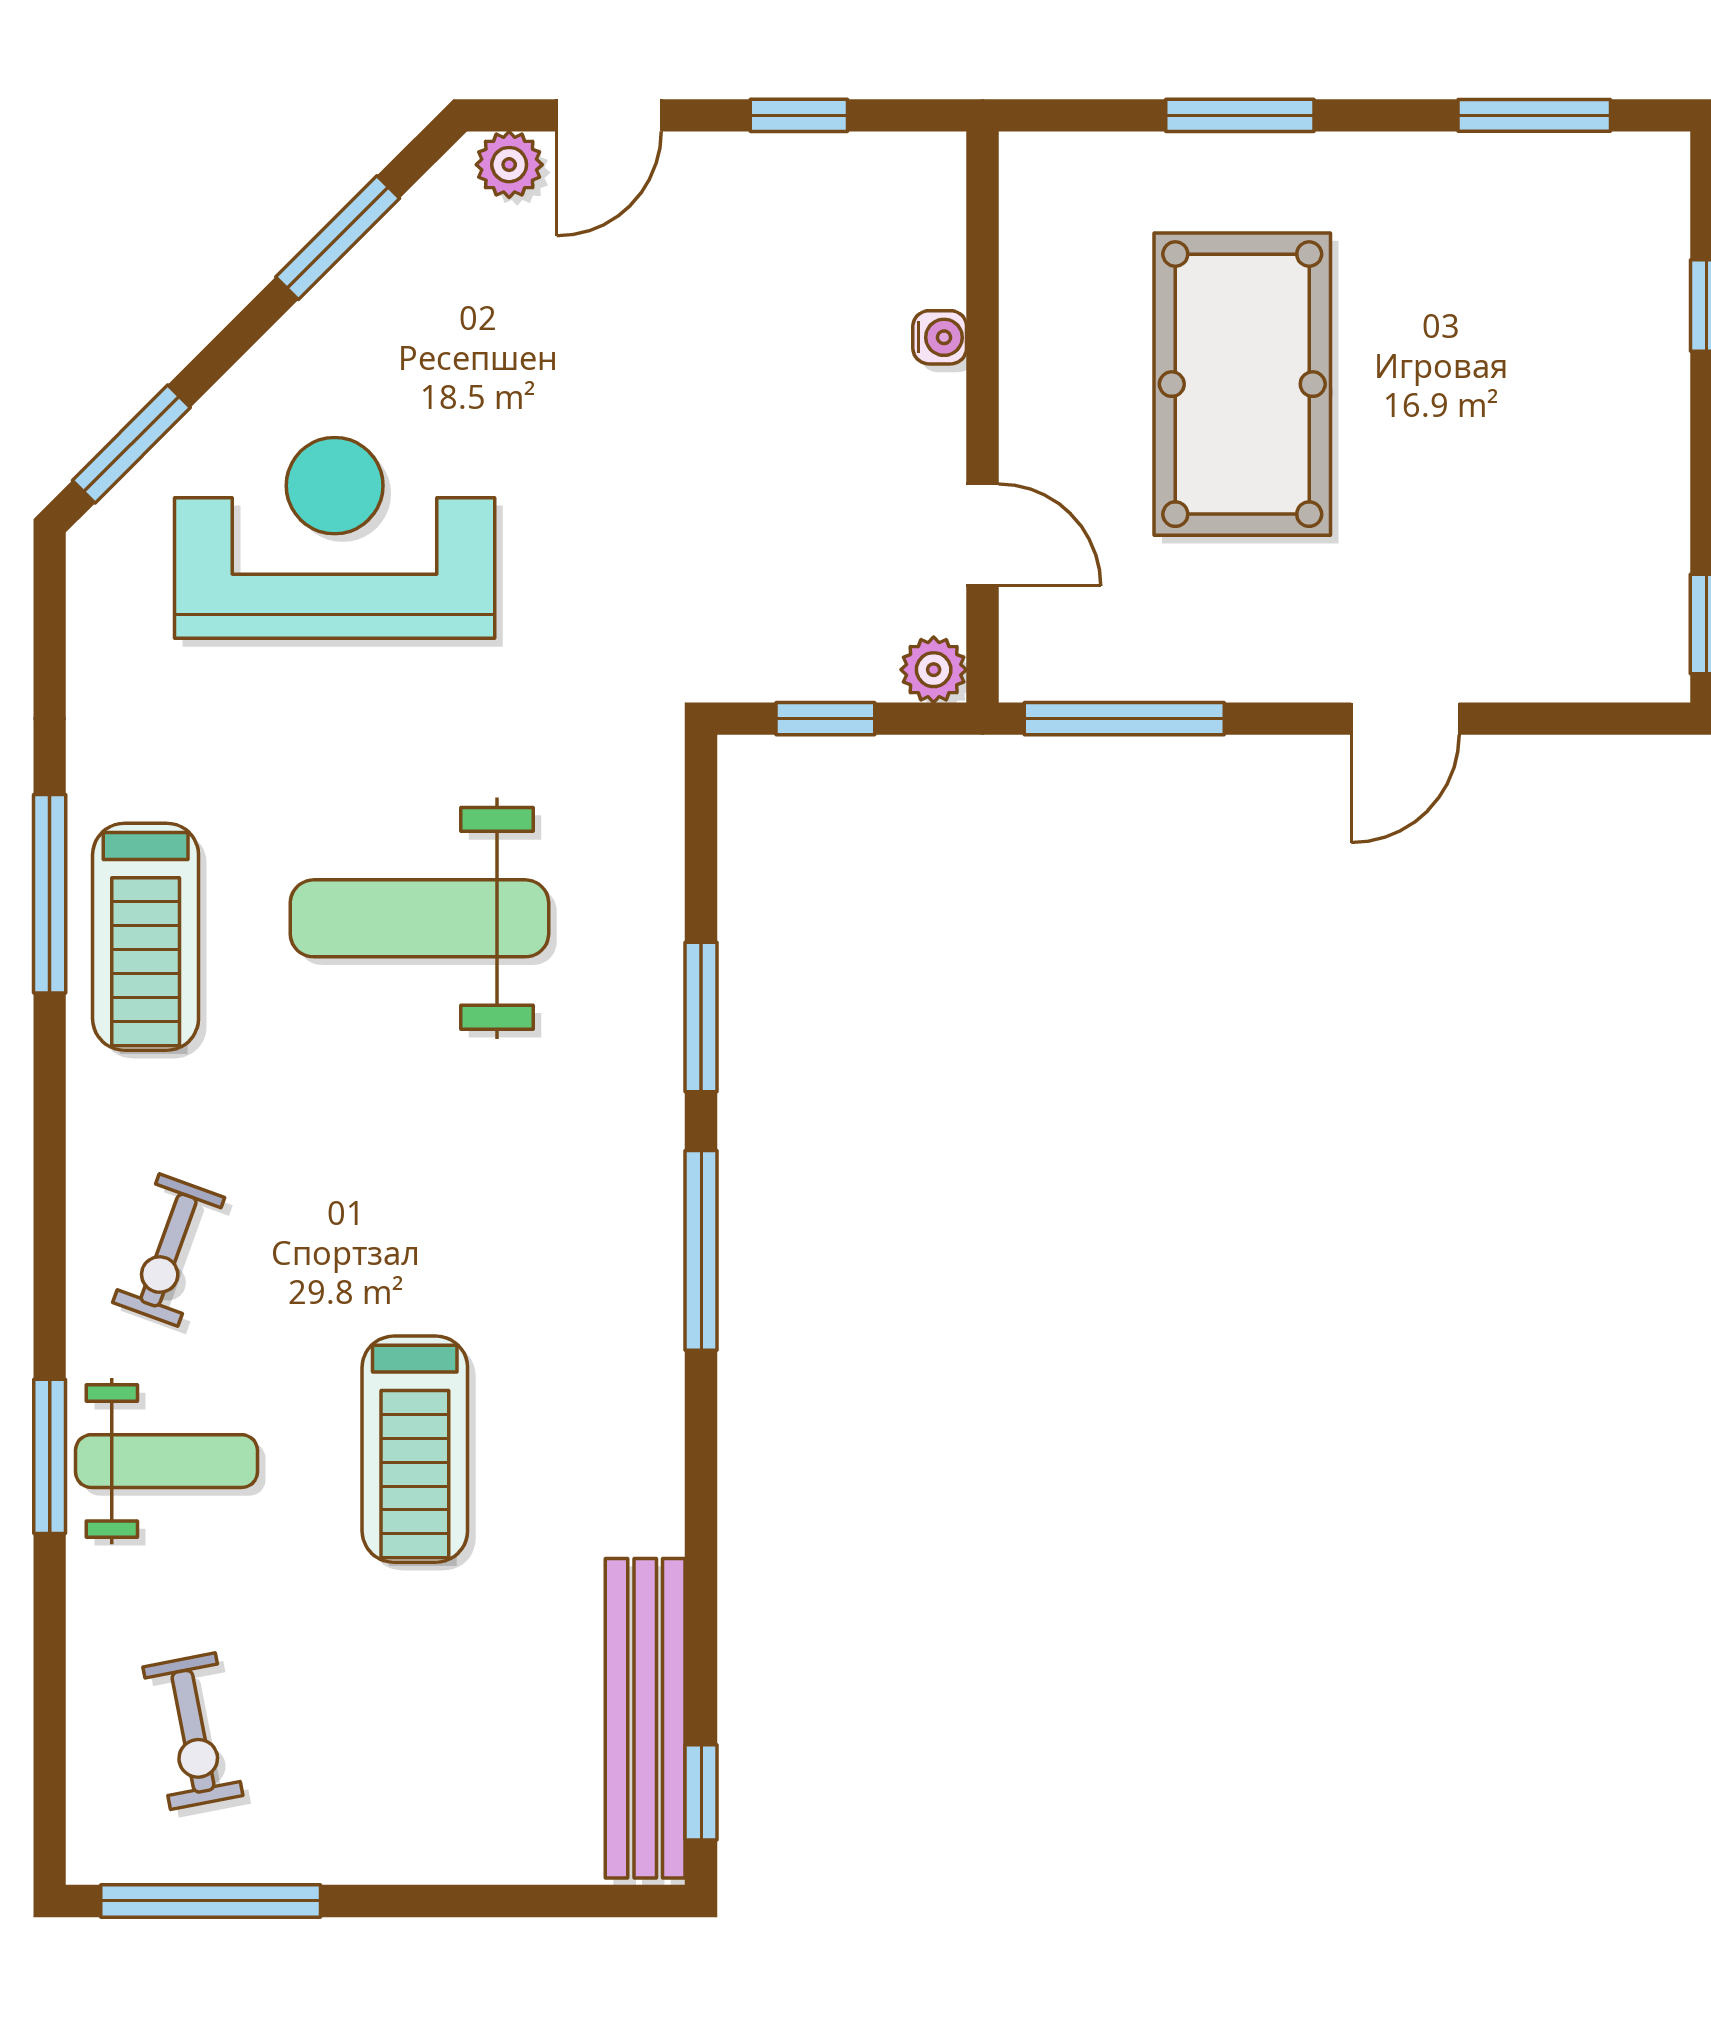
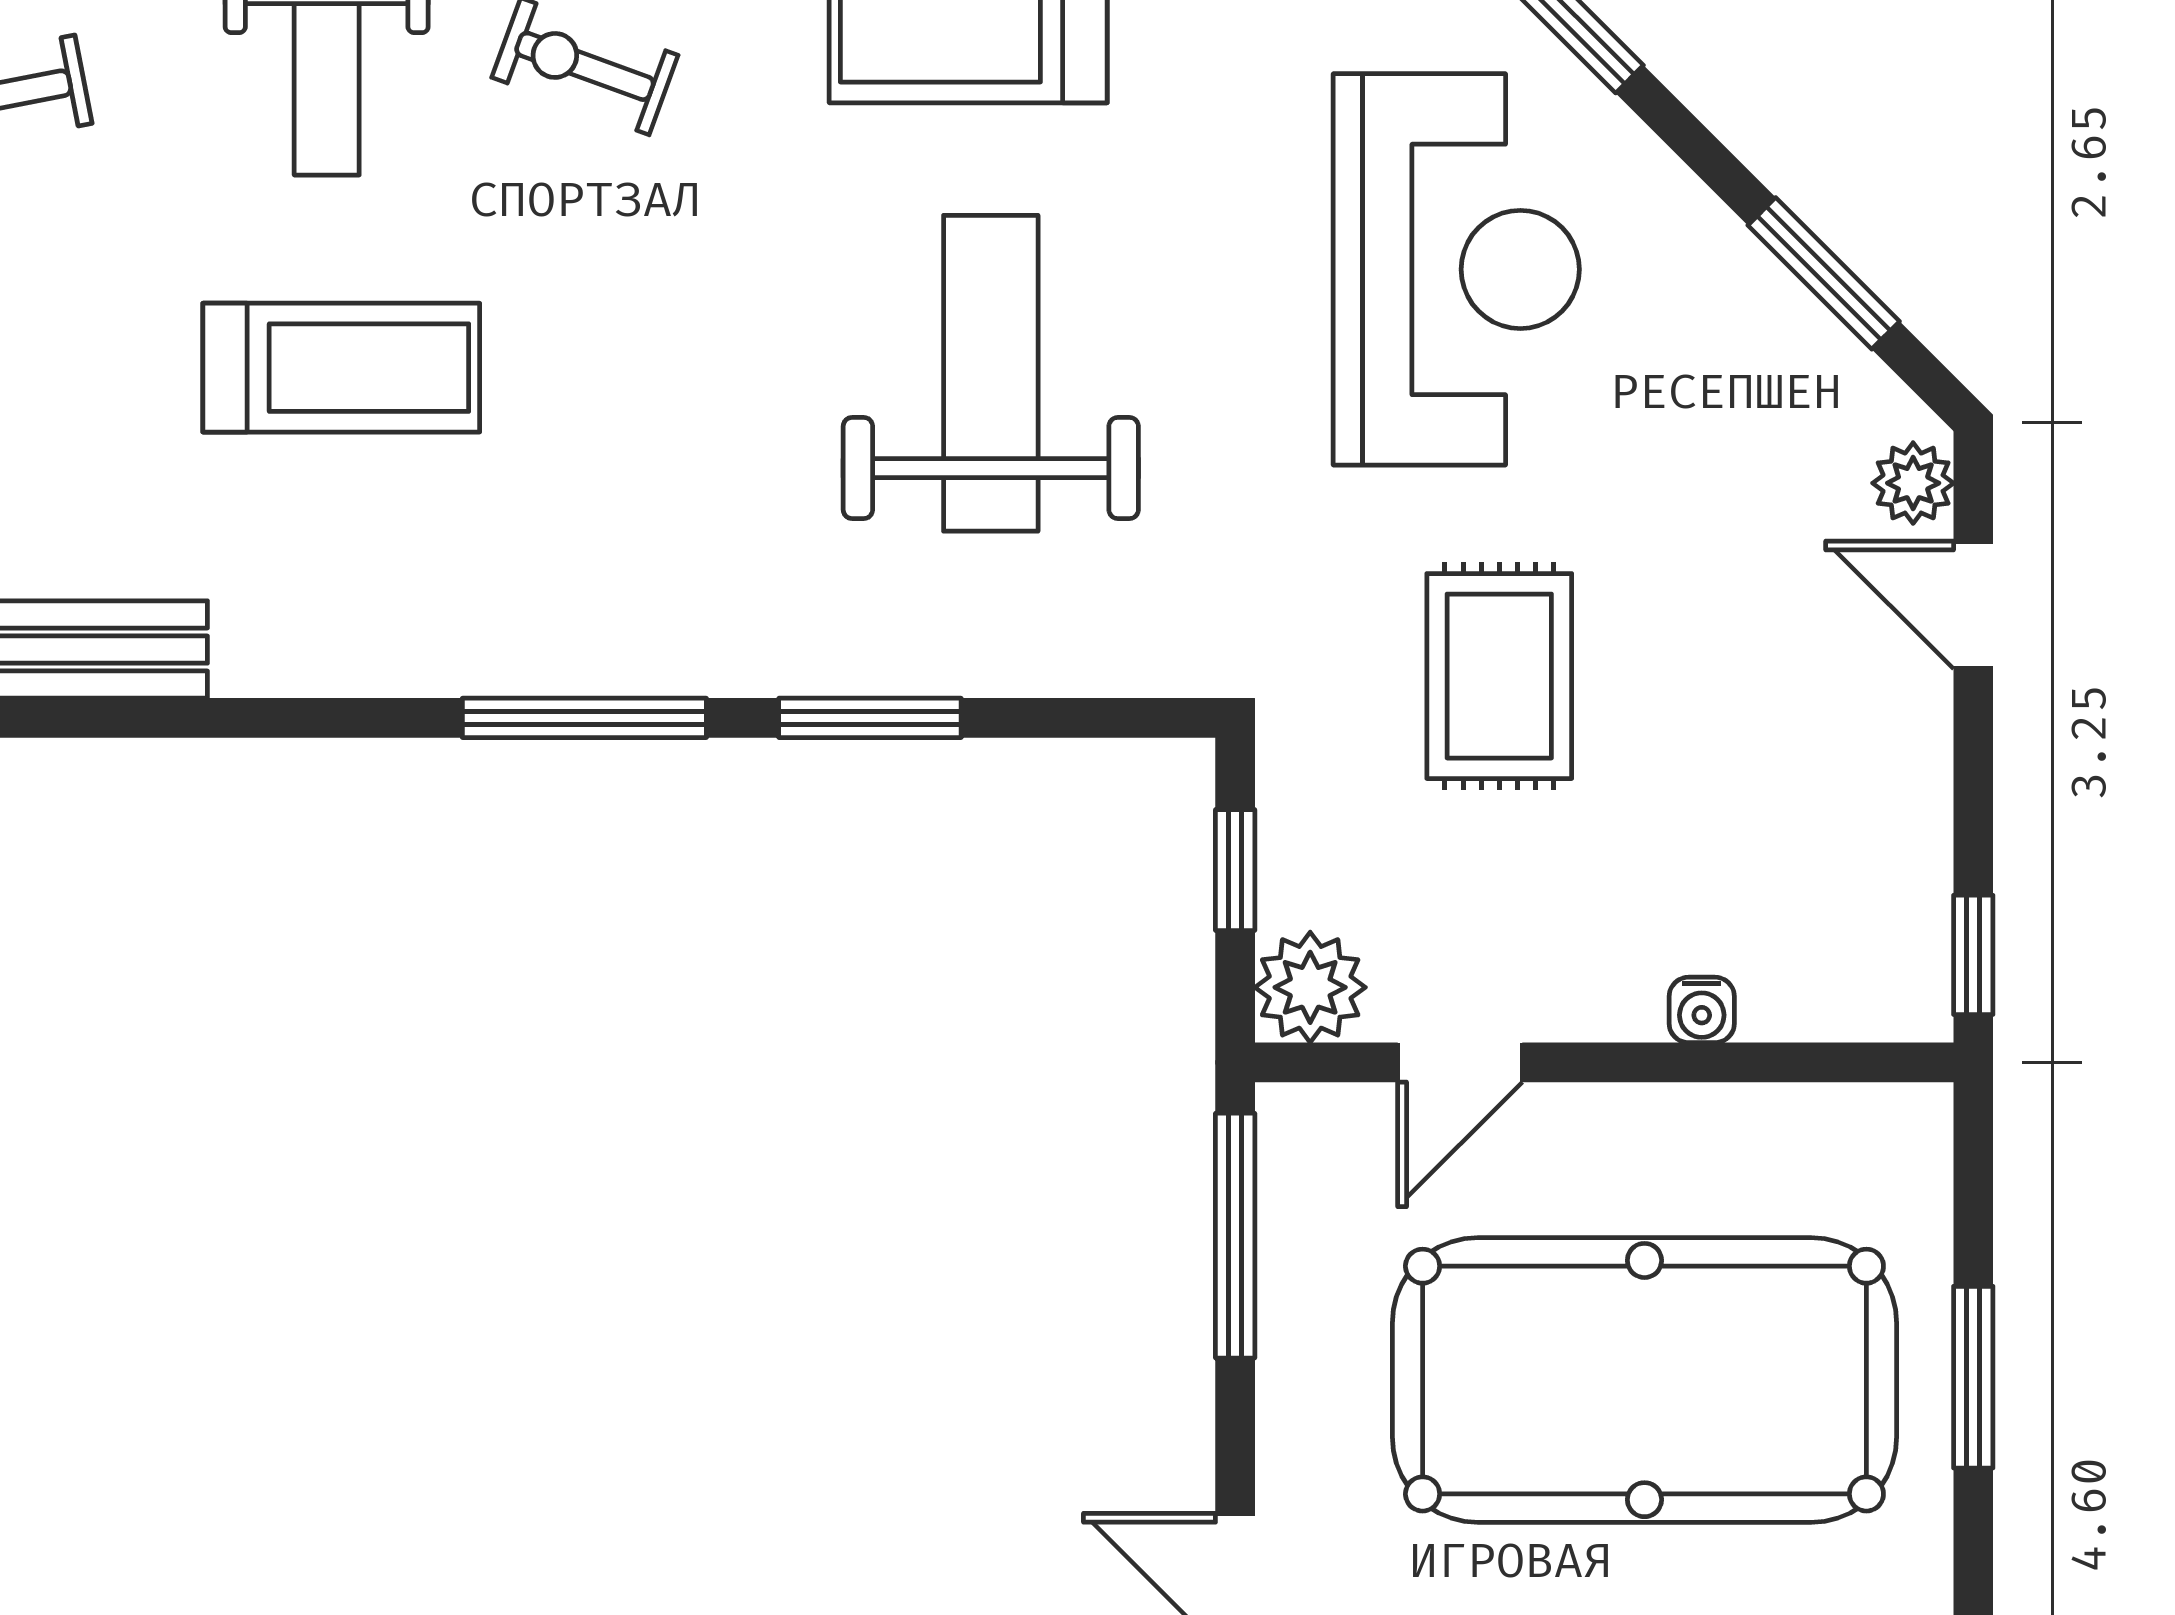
window: (799, 115) -> (1973, 955), moved
pool table: (1242, 384) -> (1644, 1380), width x1.36, depth x1.32
rug: (667, 503) -> (1499, 676), added
plant: (934, 670) -> (1310, 987), width x1.38, depth x1.38
treadmill: (415, 1449) -> (341, 368), turned 180

